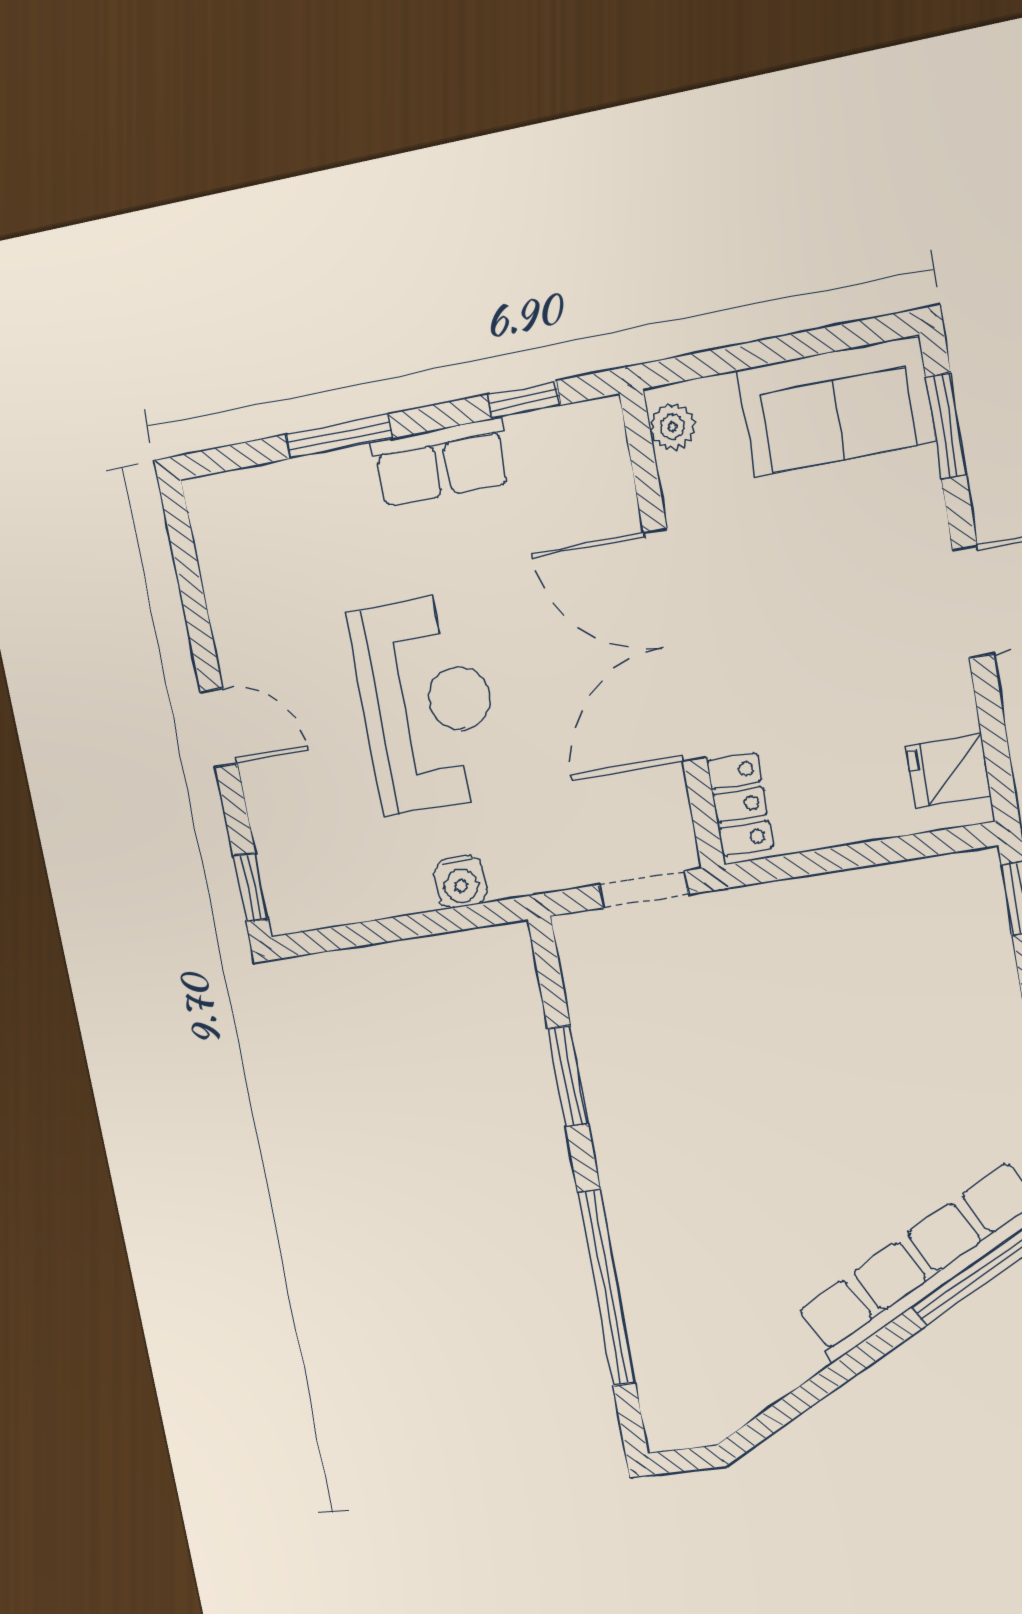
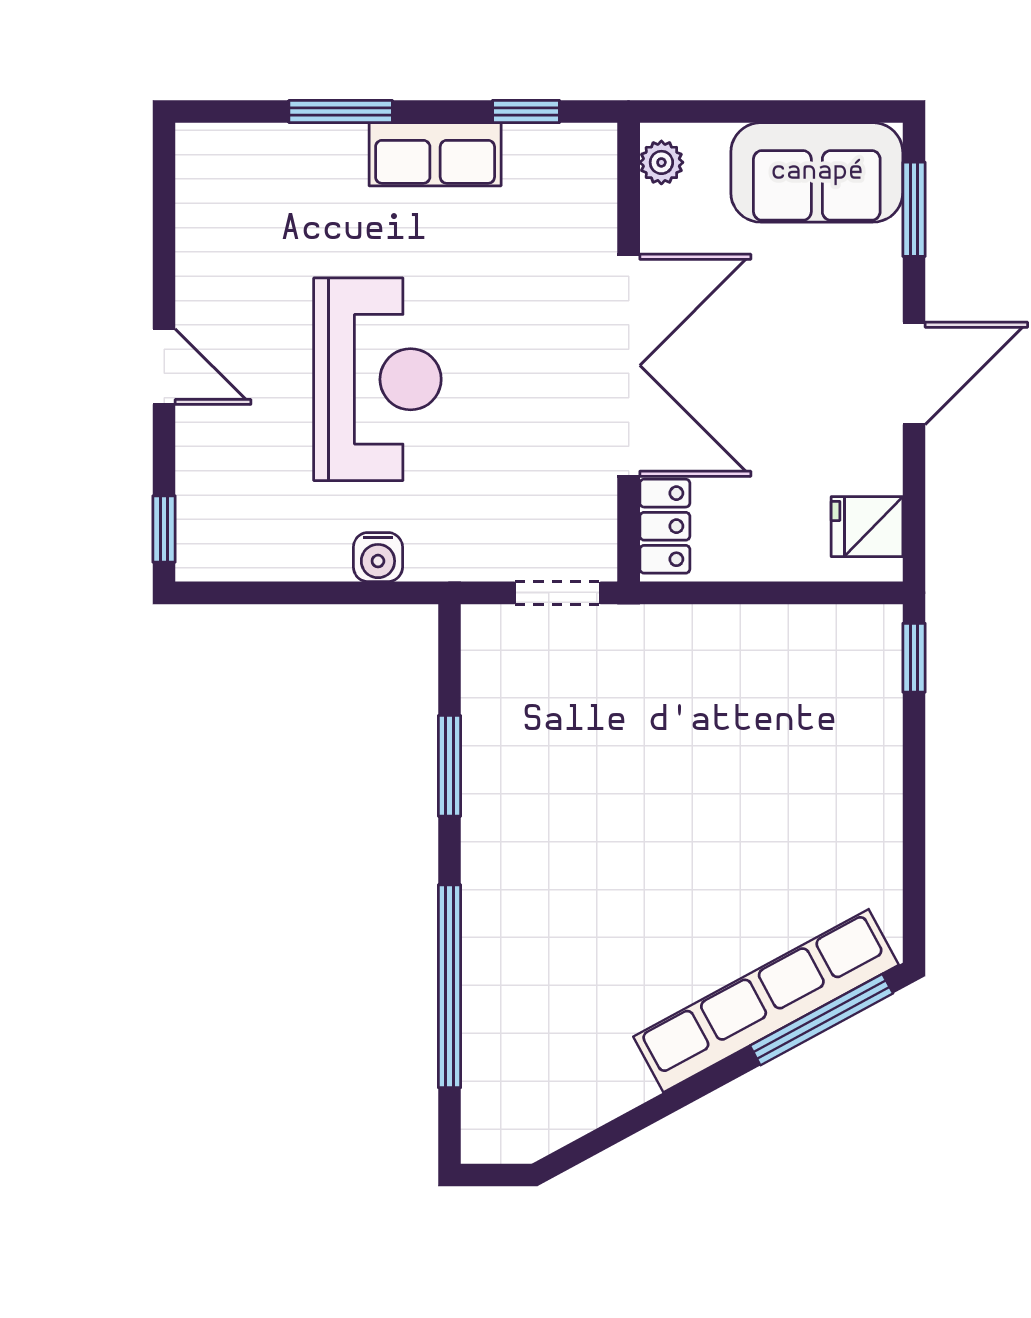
double door: (675, 646) -> (629, 365), swing flipped

